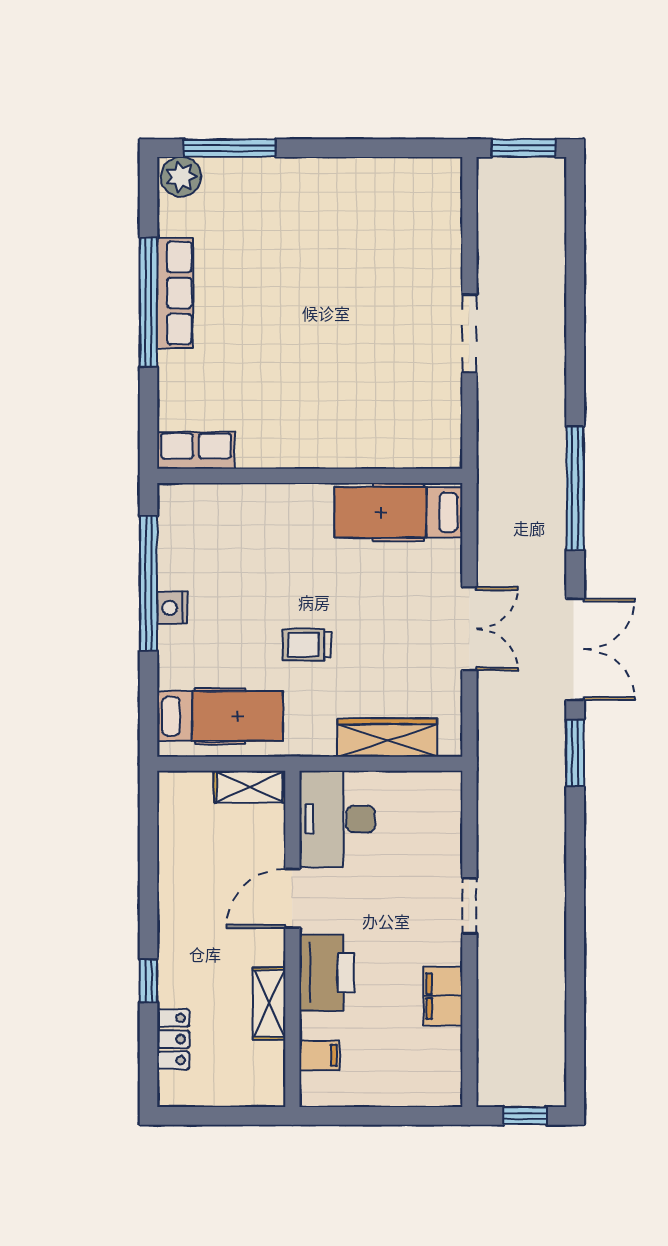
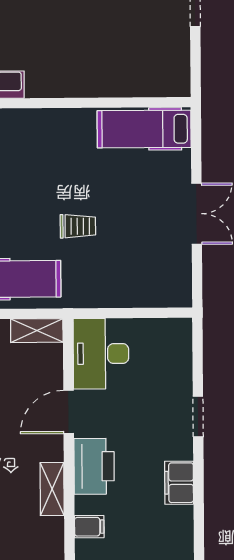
trolley: (307, 645) -> (78, 226), turned 180
wardrobe: (387, 738) -> (137, 294), removed

